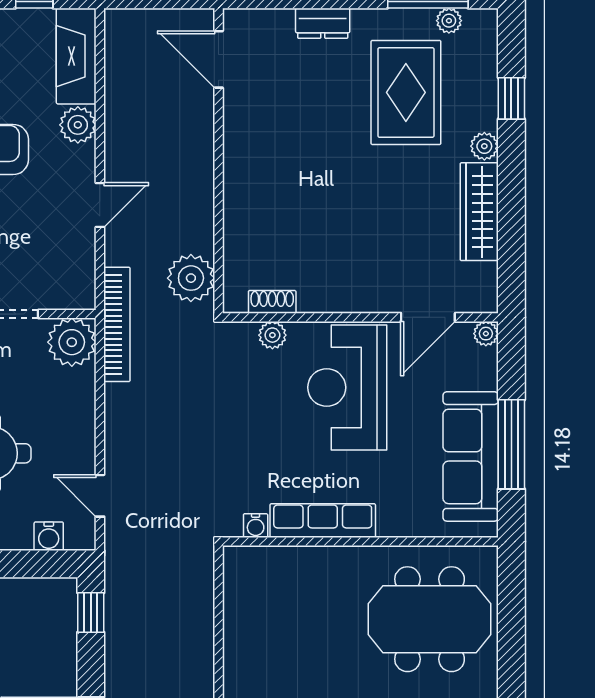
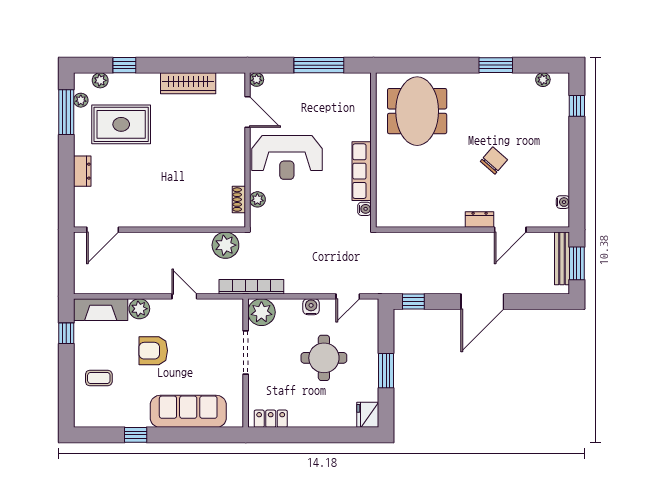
plant: (484, 146) -> (100, 80), moved
sofa: (471, 456) -> (326, 88), removed
water cooler: (49, 536) -> (311, 307), moved, turned -90

